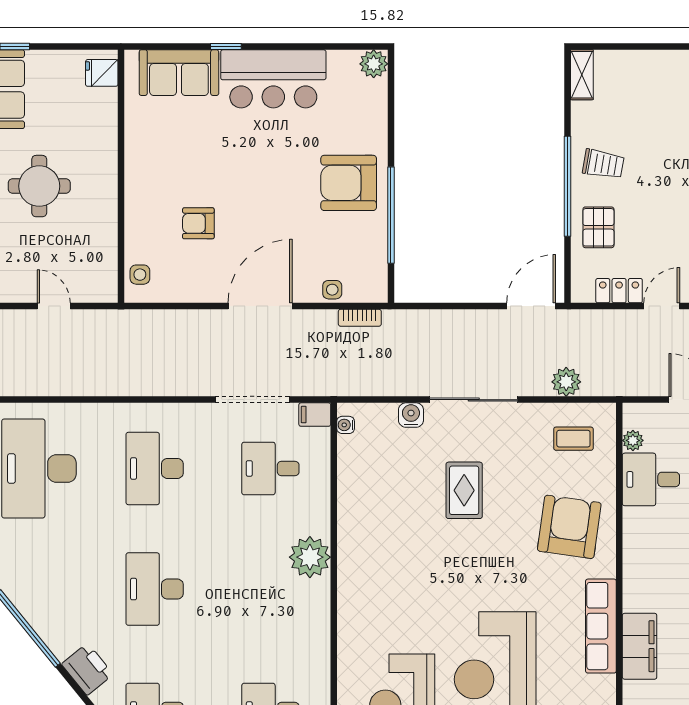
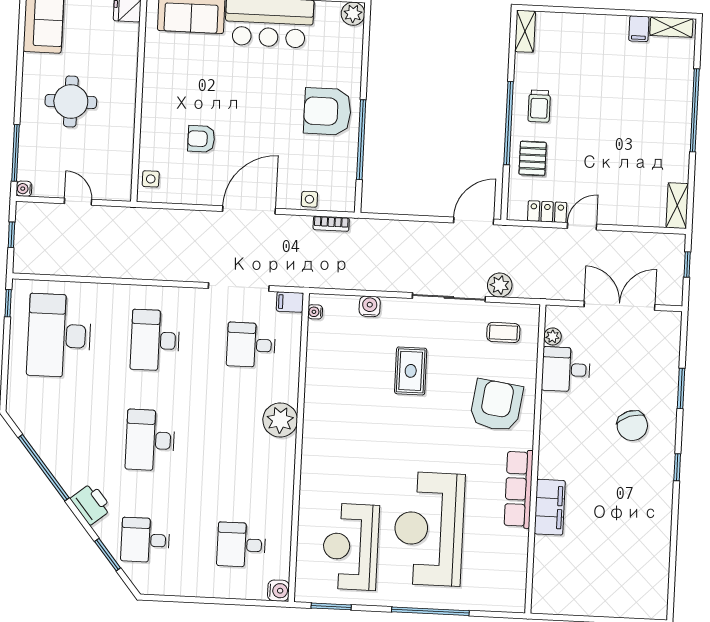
trolley: (603, 164) -> (539, 106), turned 80
sliding door: (474, 400) -> (449, 297), moved

